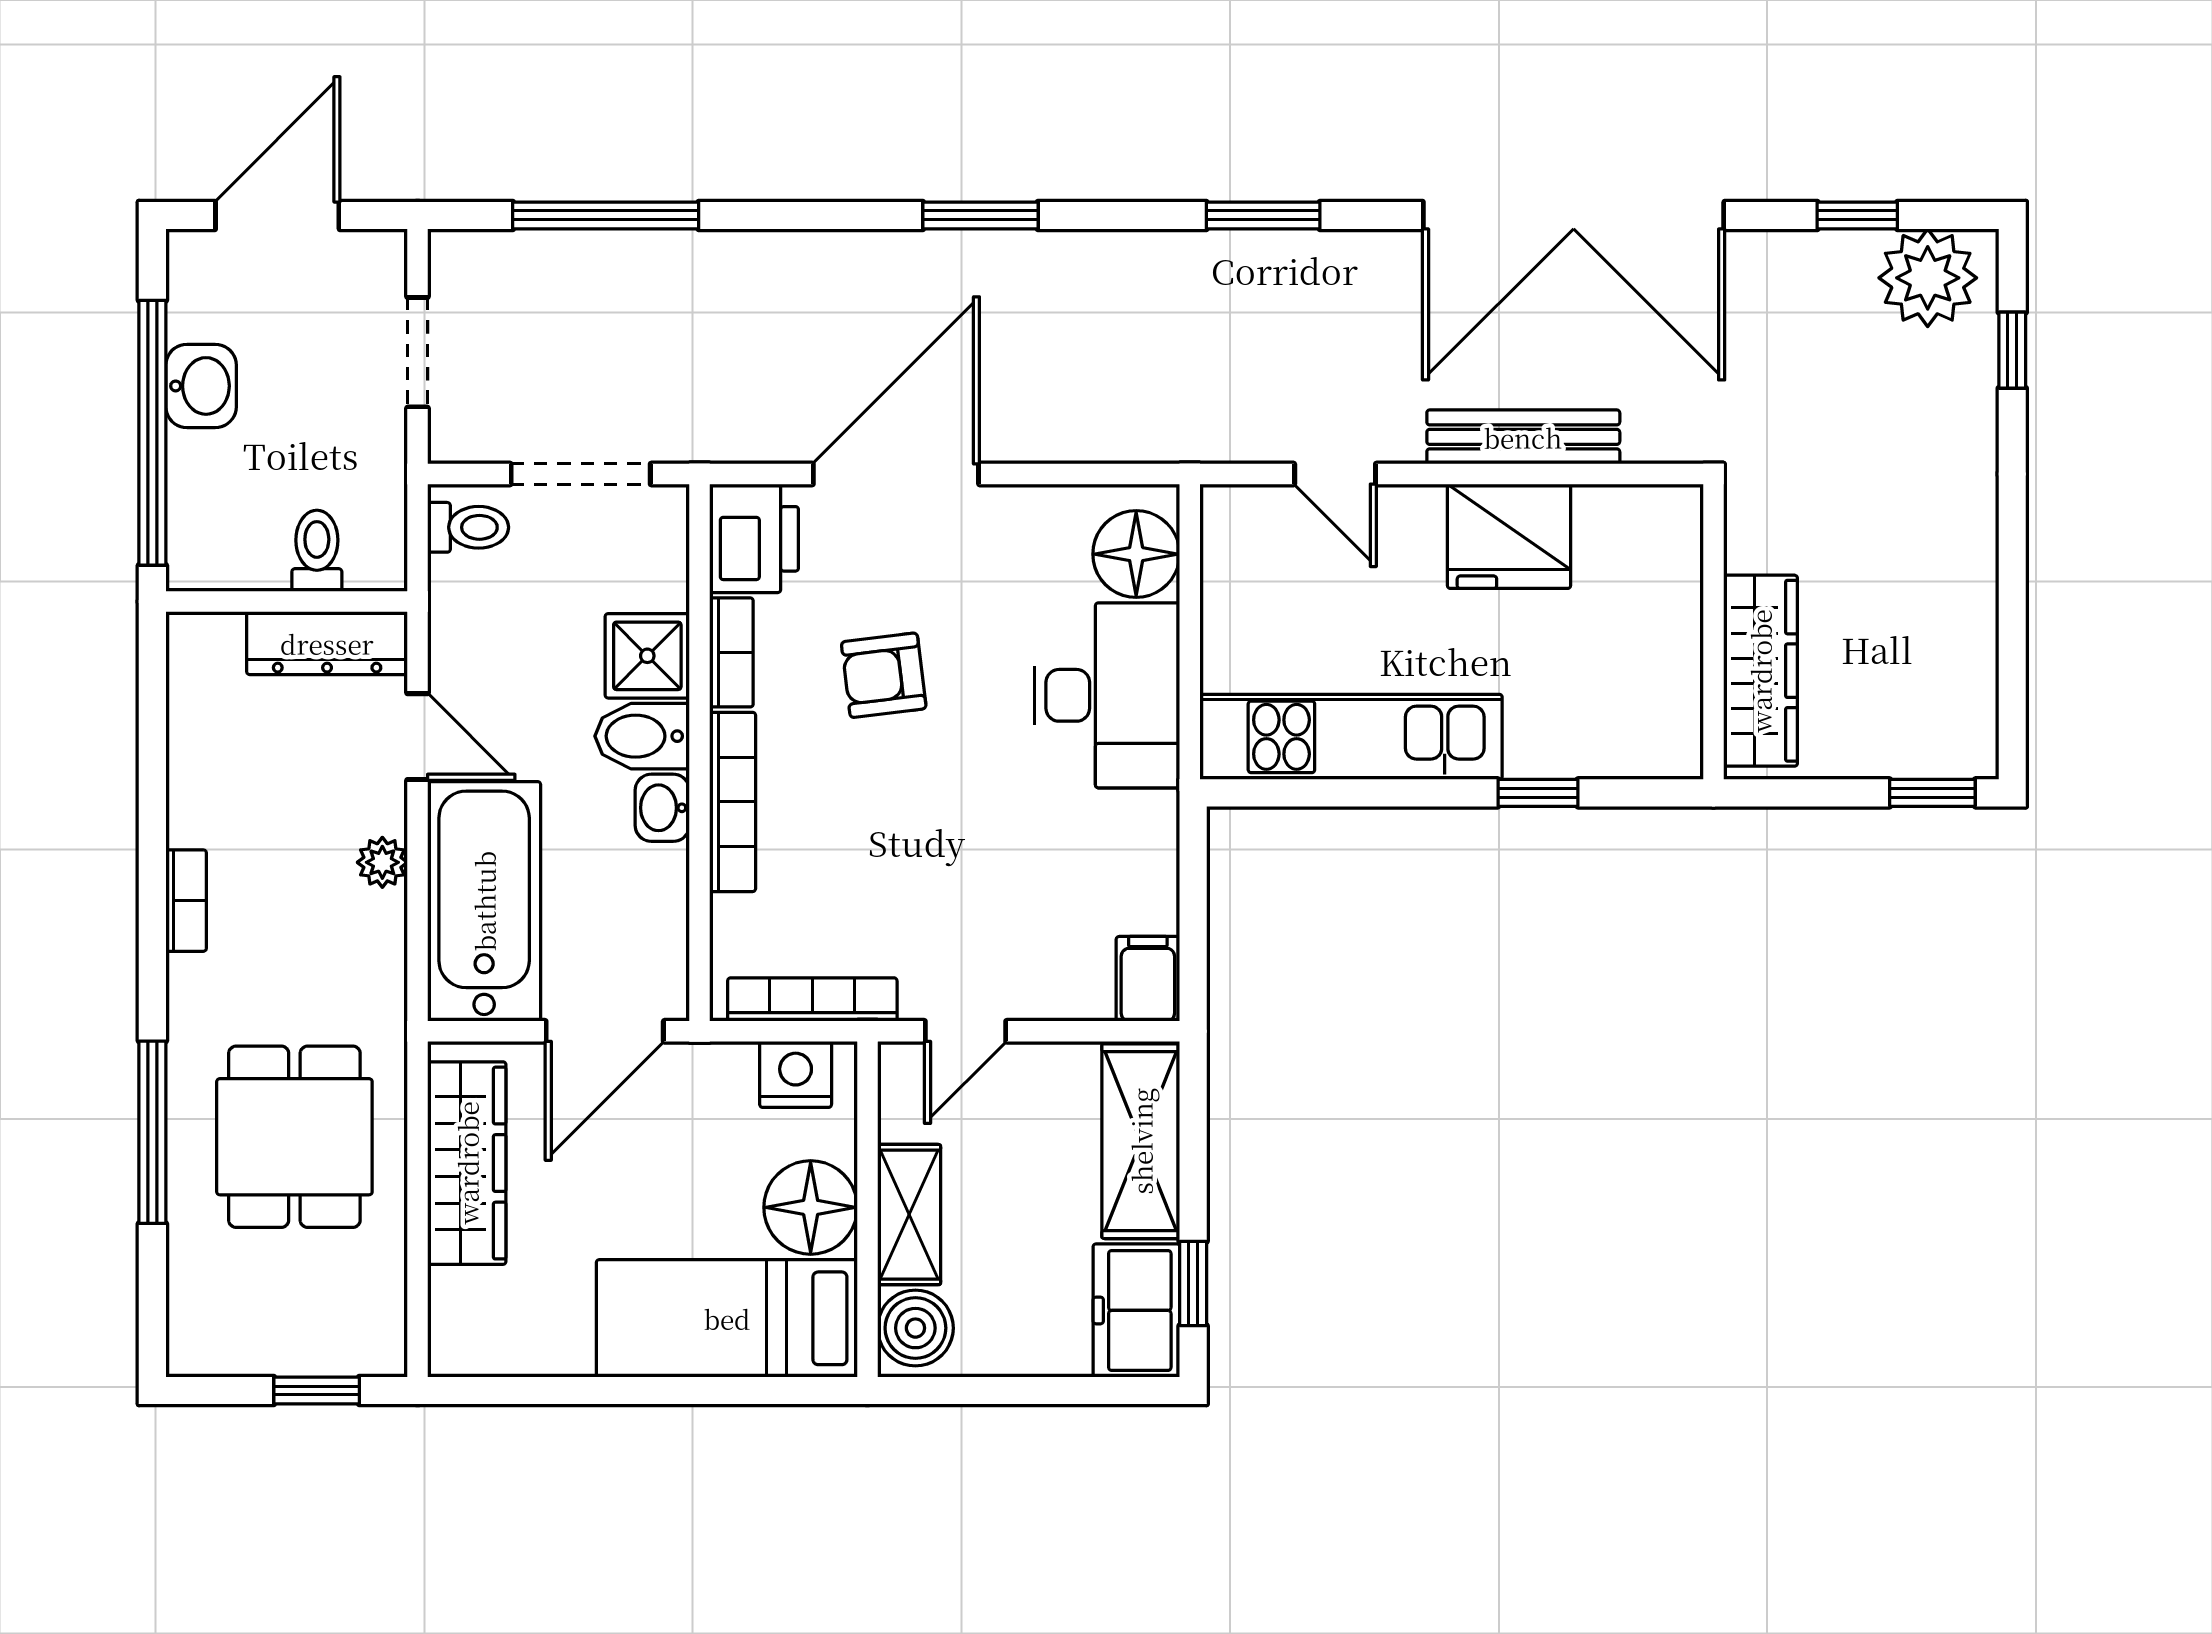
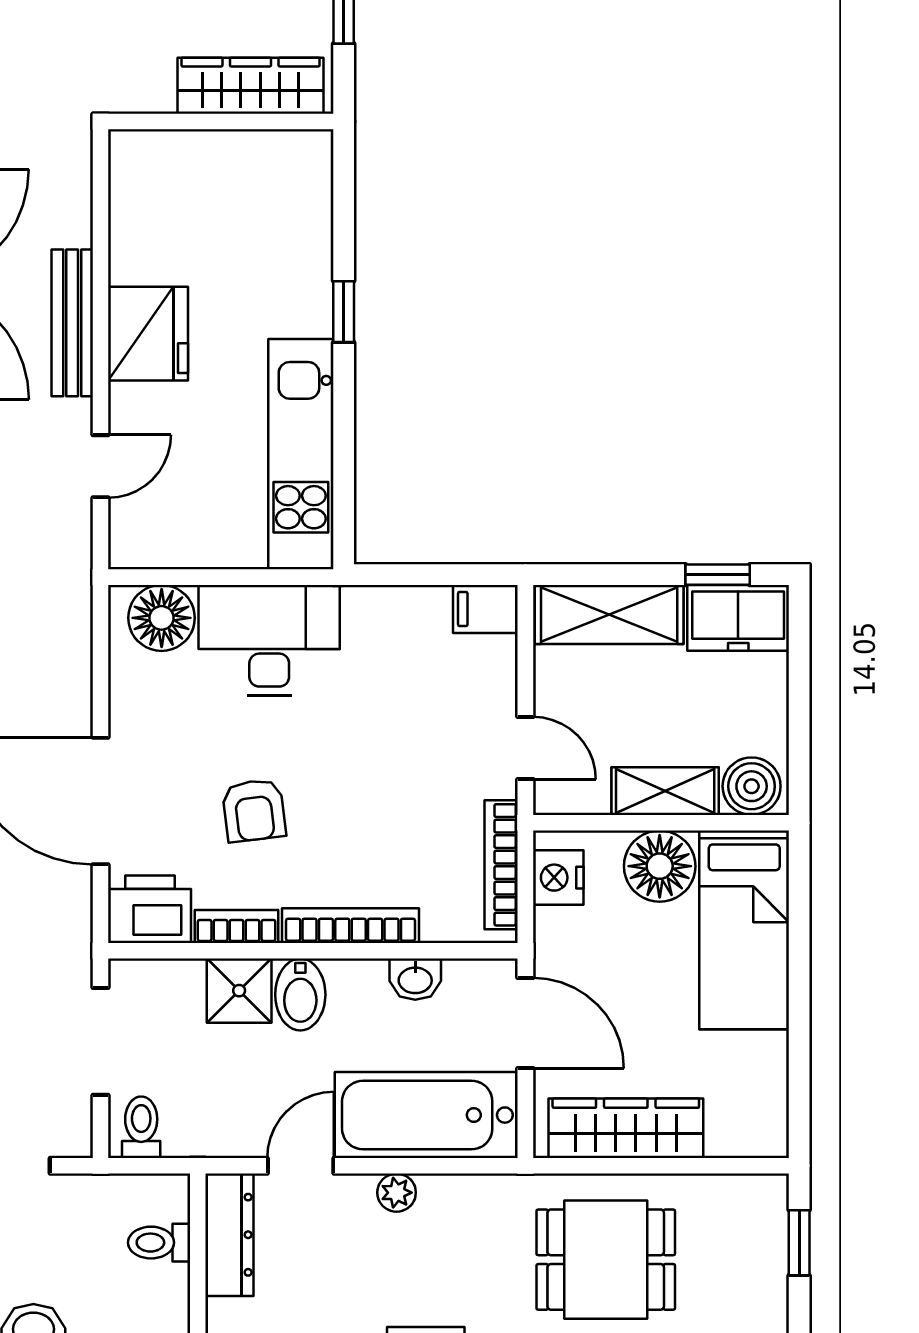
wall: (1713, 632) -> (221, 122), moved
wardrobe: (1760, 671) -> (250, 86), moved
washbasin: (662, 808) -> (415, 979), moved

